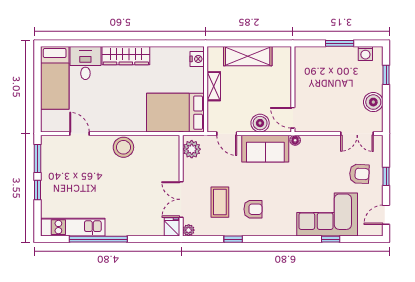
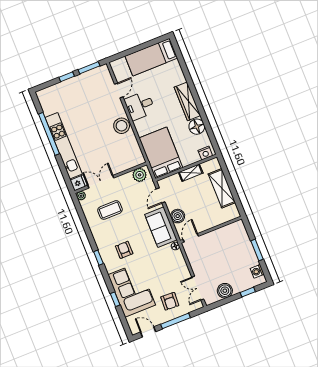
floor lamp: (161, 57) -> (197, 127), added
desk: (85, 63) -> (140, 106), moved, turned 180
window: (386, 176) -> (176, 321), width x2.17
armchair: (253, 209) -> (124, 250), moved, turned 180
kitchen unit: (73, 227) -> (64, 146), moved, width x1.36
window: (233, 239) -> (98, 258), moved

